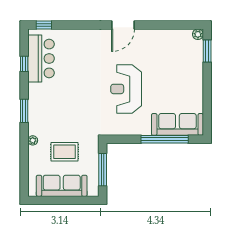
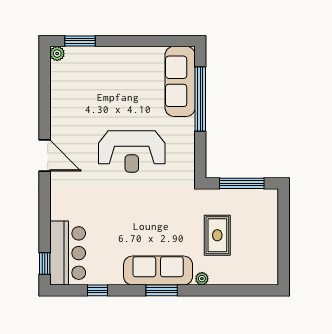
bar counter: (41, 58) -> (68, 253), moved, turned 90
sofa: (62, 186) -> (158, 271), moved, turned 90

